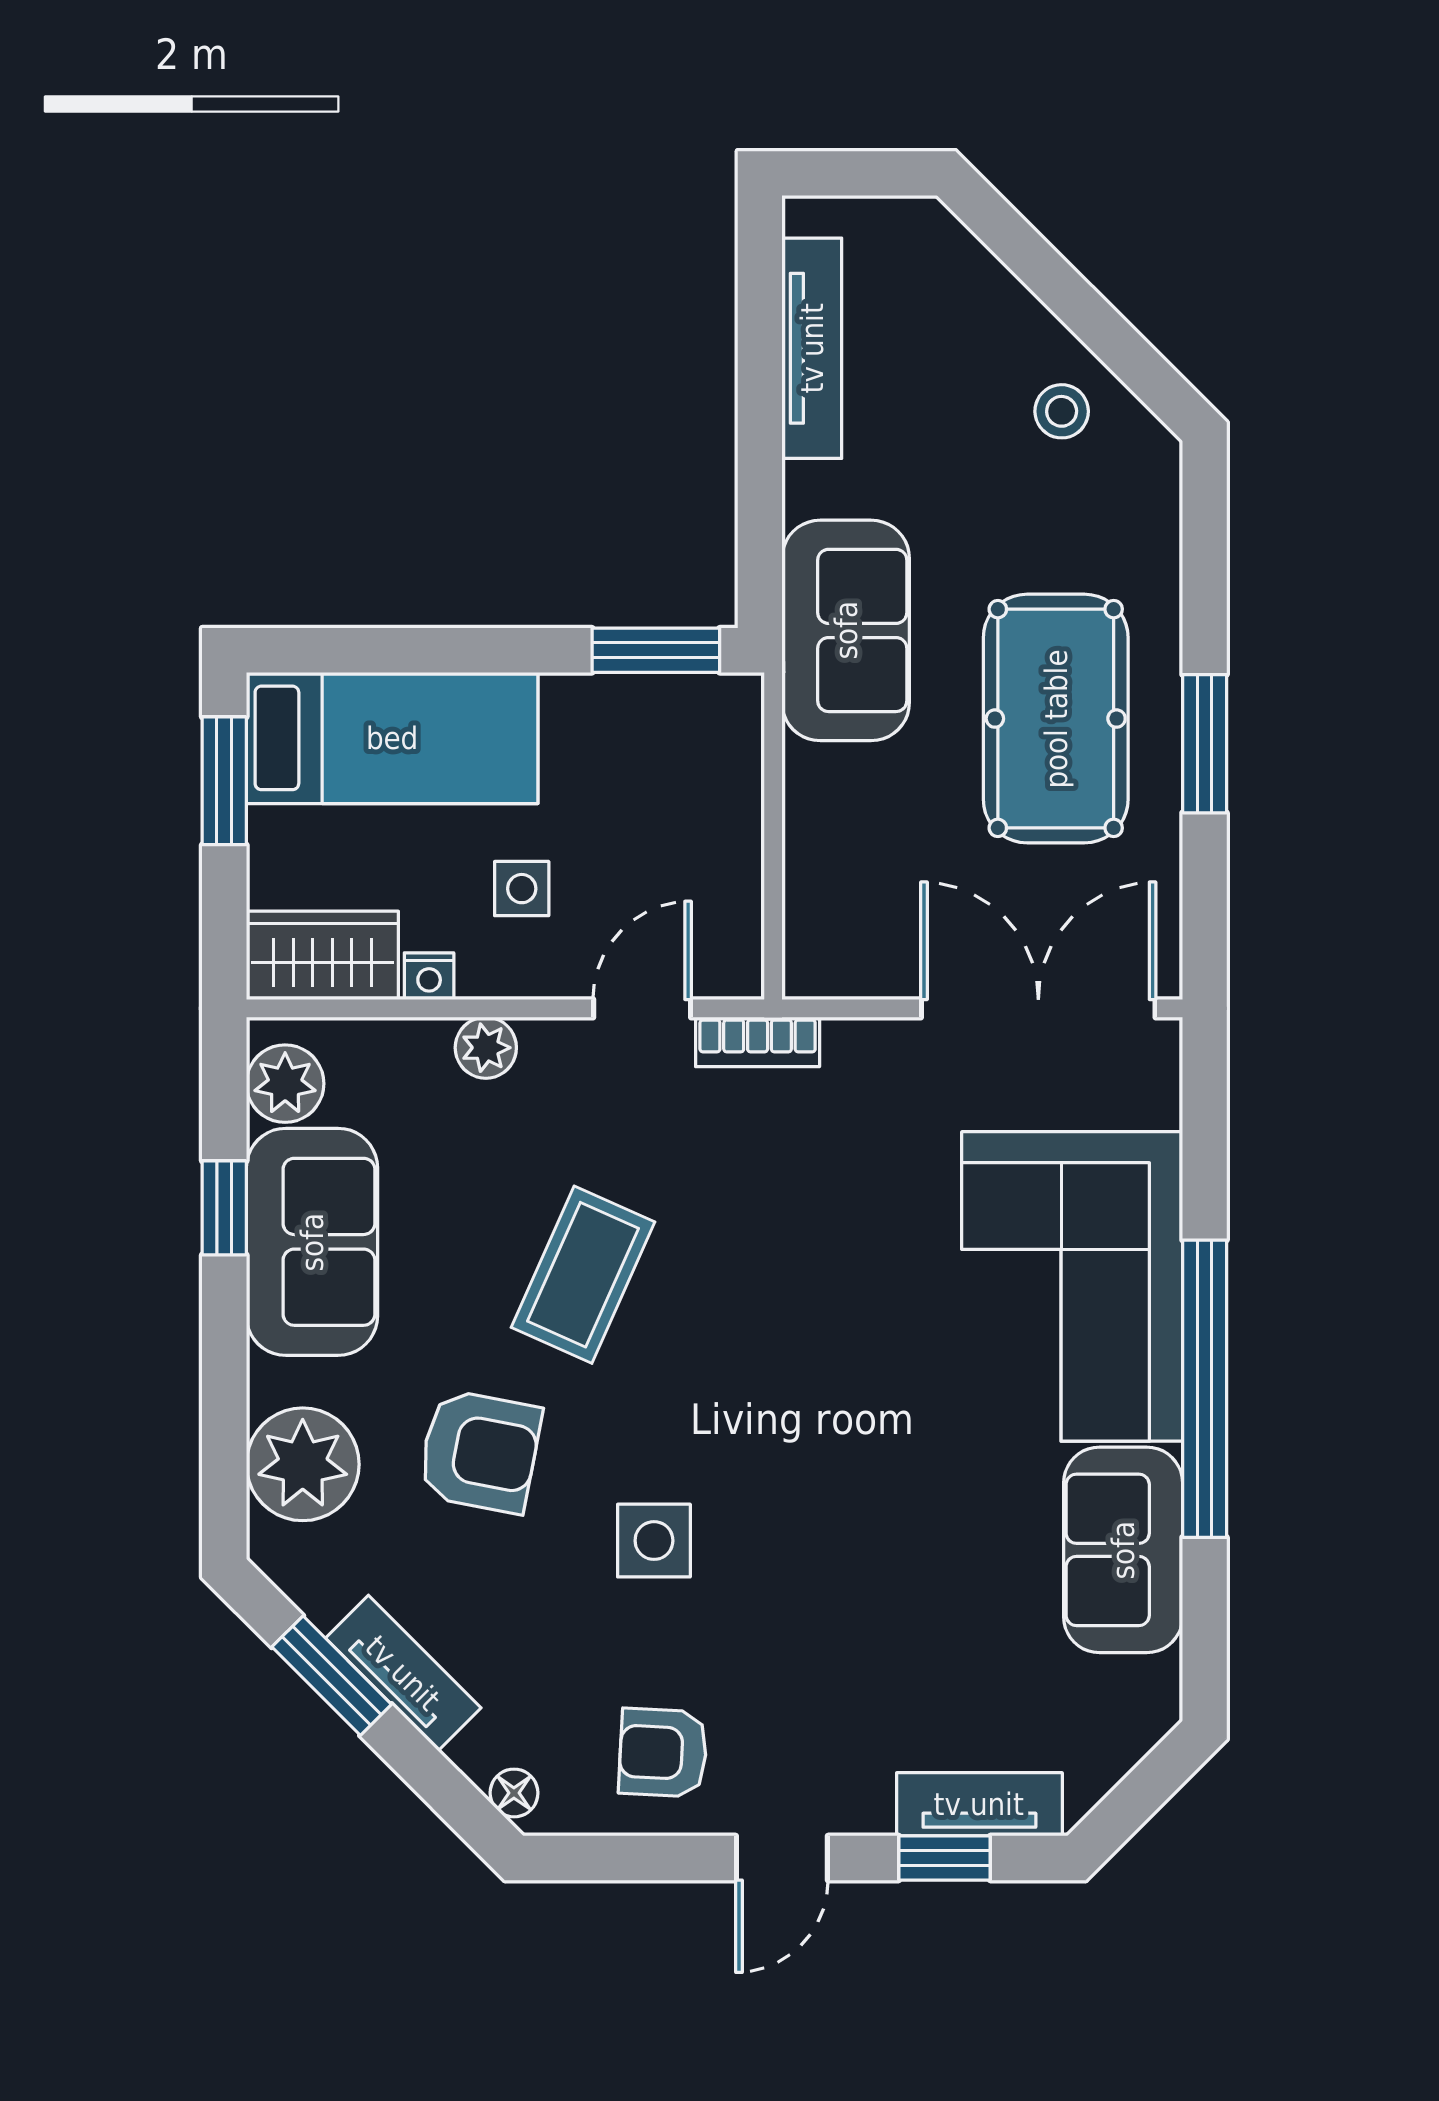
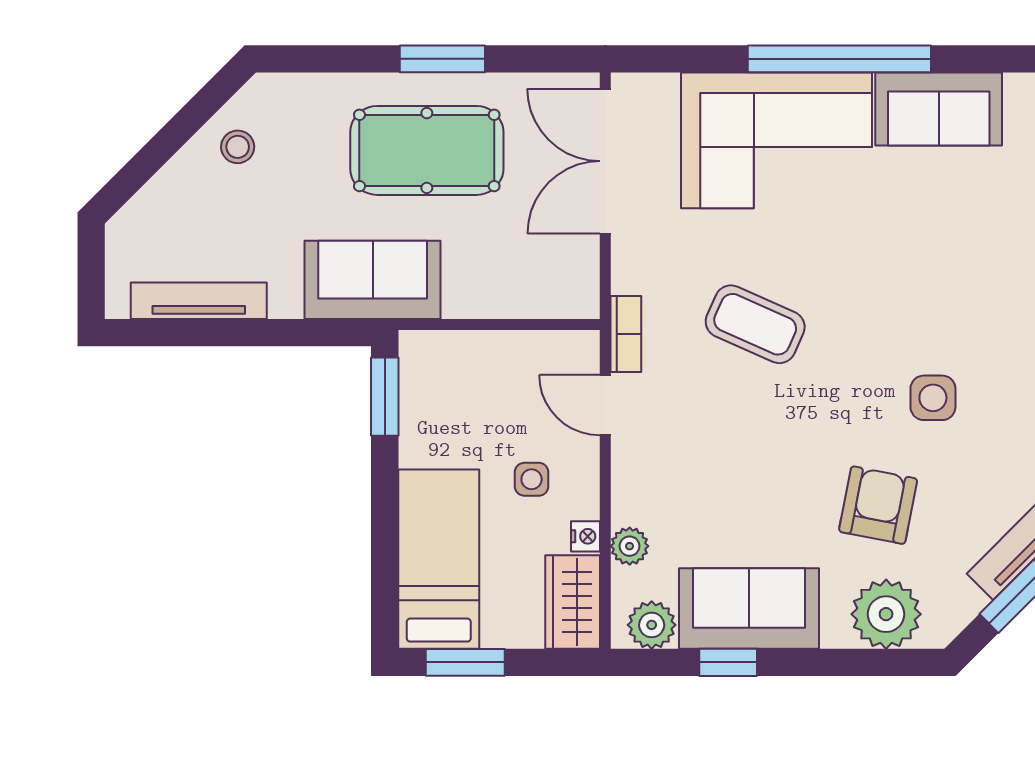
plant: (486, 1048) -> (630, 546), moved
coffee table: (583, 1275) -> (755, 324), moved

